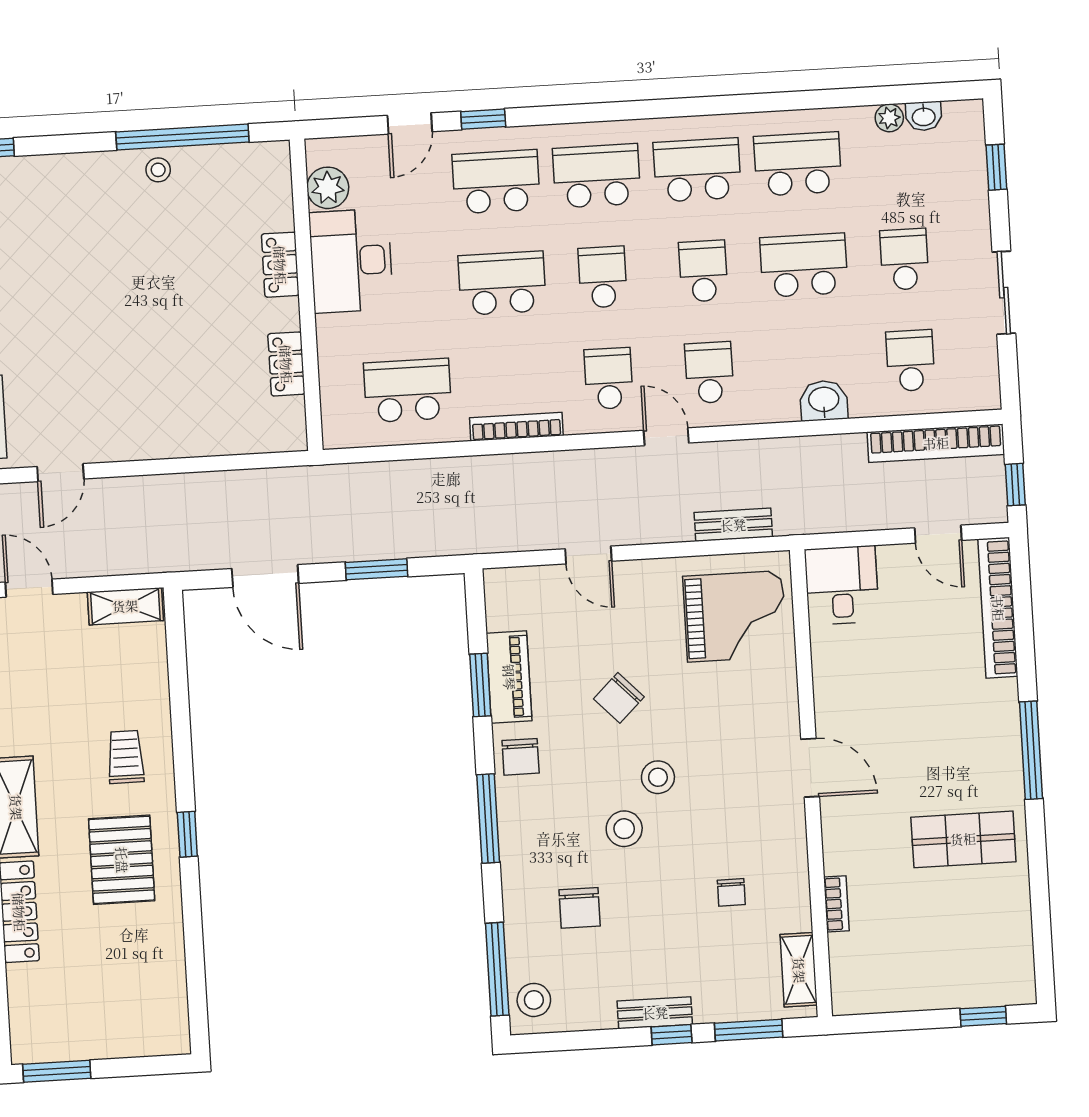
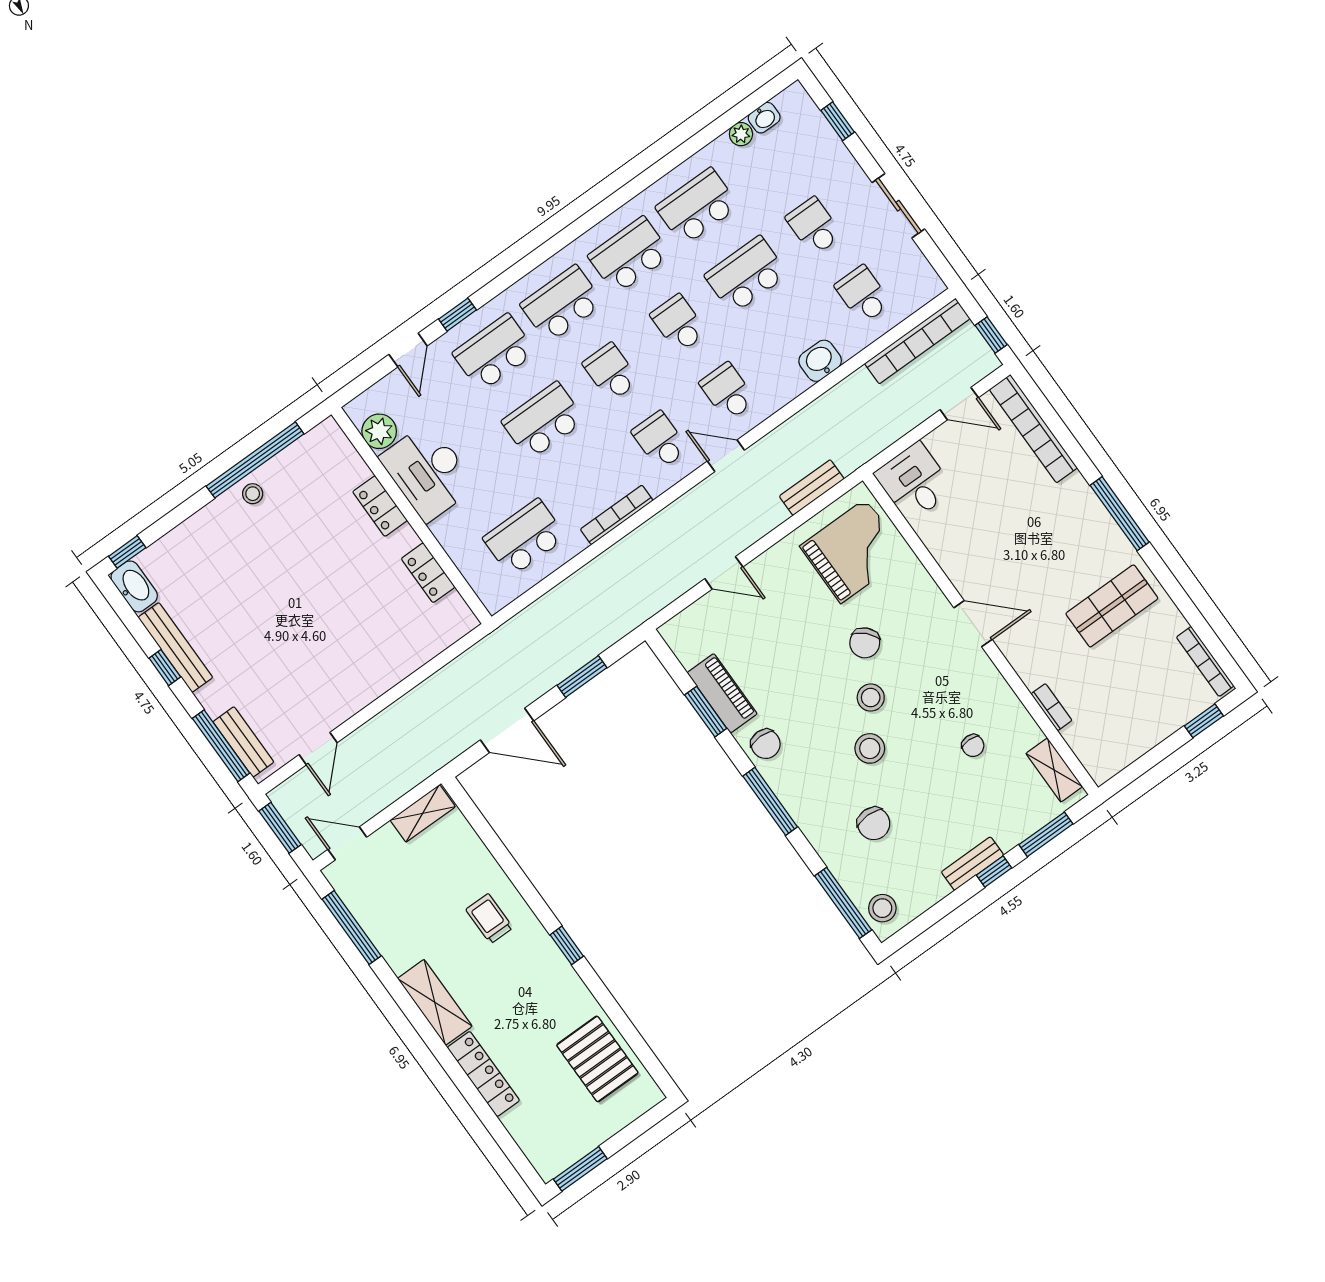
chair: (619, 698) -> (865, 643), moved
pallet: (122, 860) -> (597, 1059), moved
bookcase: (1023, 956) -> (1205, 661), added

